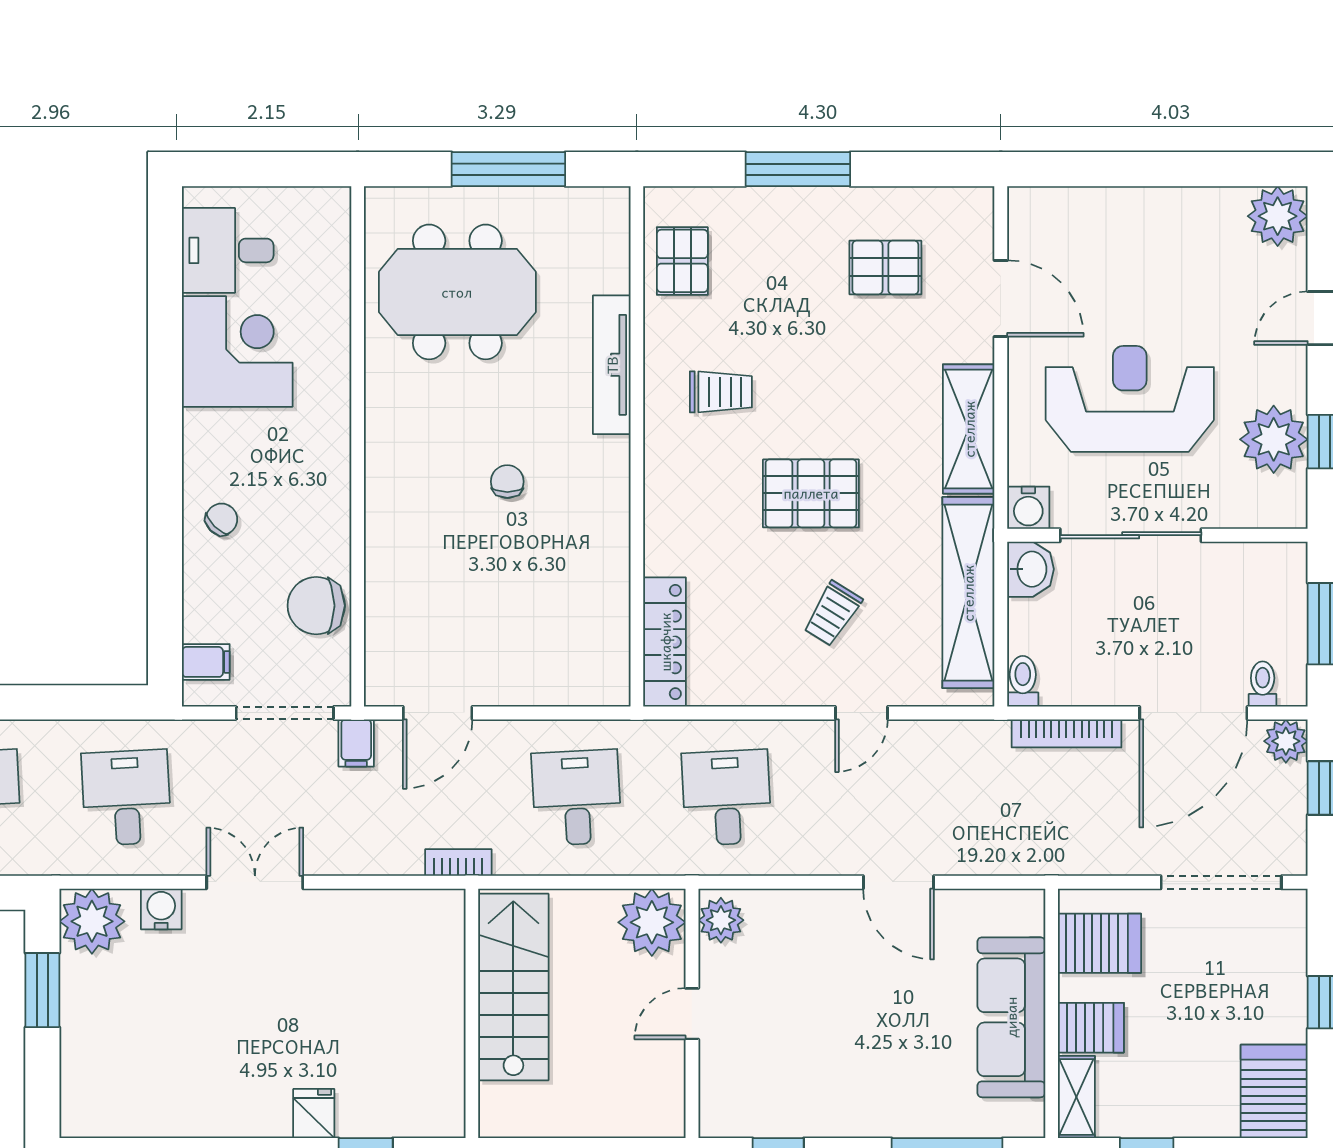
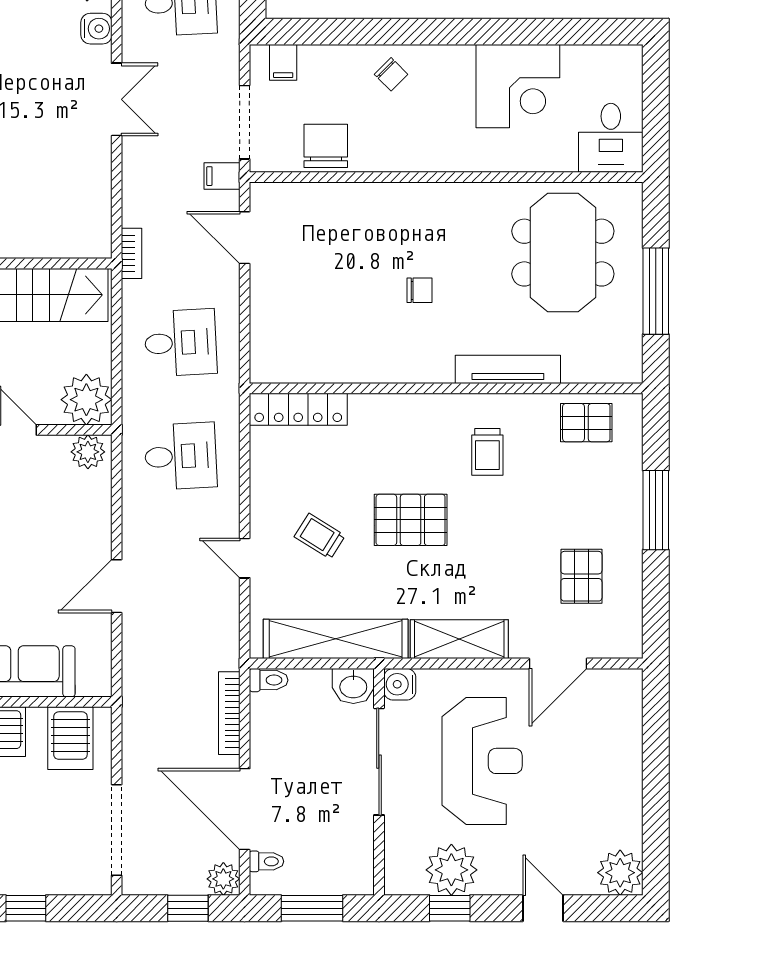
desk: (228, 250) -> (611, 138), moved, turned 180
pallet: (811, 493) -> (411, 520), turned 90

